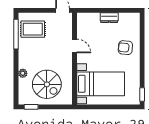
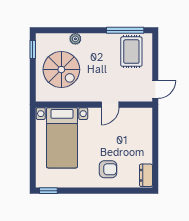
dresser: (109, 18) -> (146, 175), moved
armchair: (125, 48) -> (108, 169), turned 84
spiral stairs: (47, 84) -> (61, 70), turned -90

